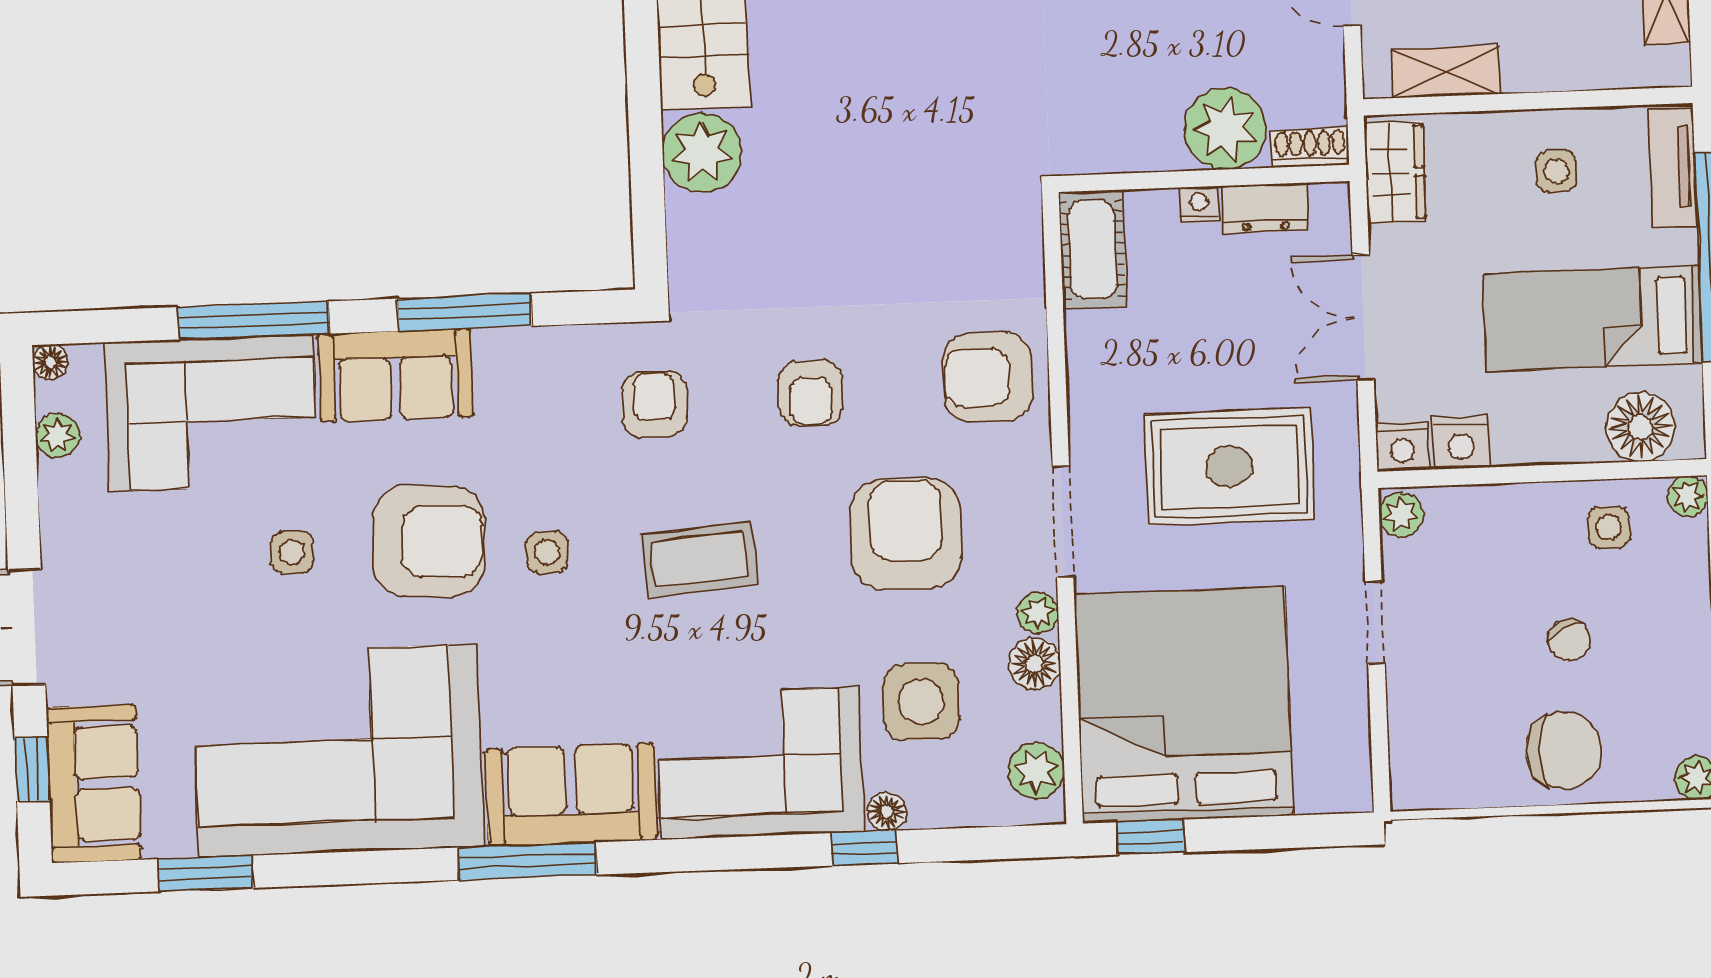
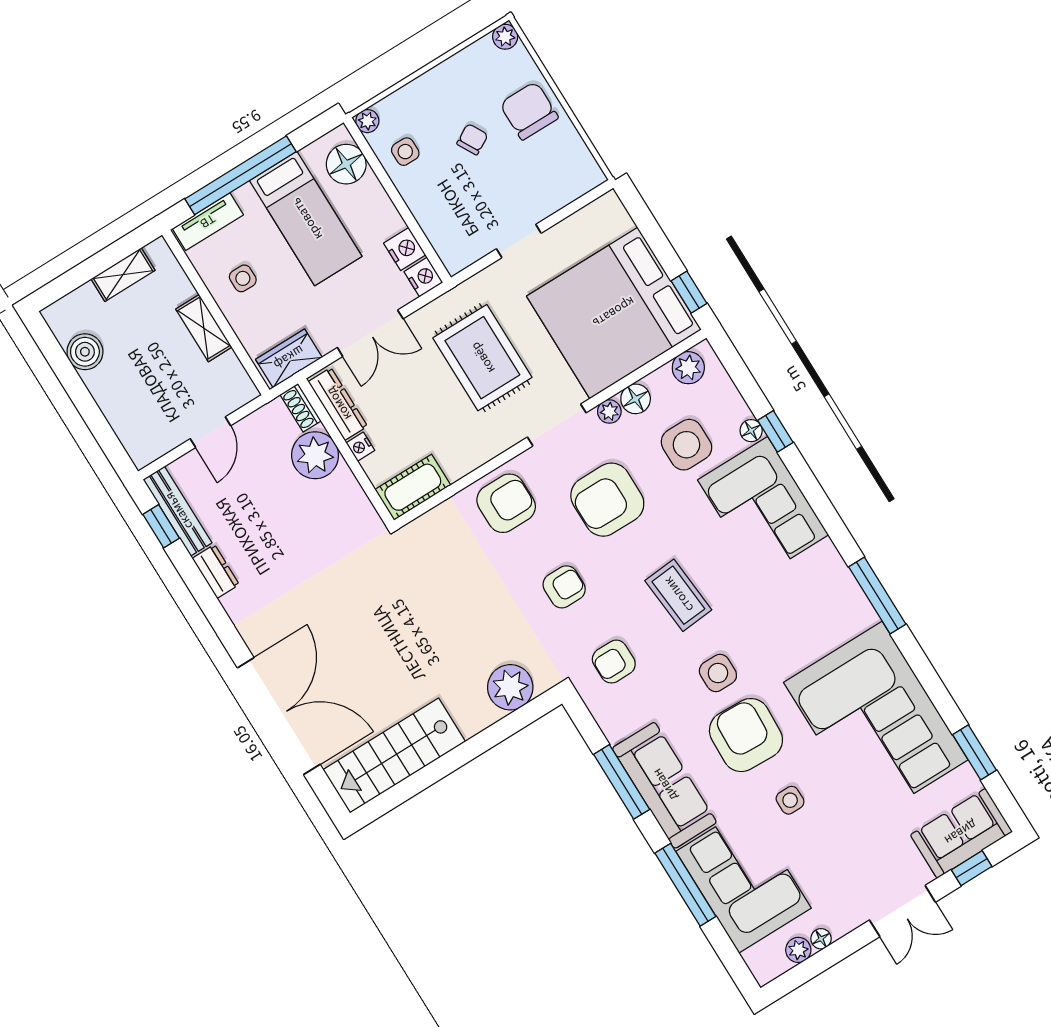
shelving: (1446, 72) -> (204, 328), moved
plant: (702, 152) -> (510, 687), moved
dresser: (1265, 208) -> (338, 404), width x1.44
floor lamp: (50, 362) -> (821, 939), moved
sofa: (395, 375) -> (664, 785), width x1.36
armchair: (988, 377) -> (506, 503), turned -90
plant: (1401, 515) -> (458, 259), removed
side table: (547, 552) -> (718, 673), width x1.37, depth x1.37
sofa: (571, 794) -> (832, 593), removed

